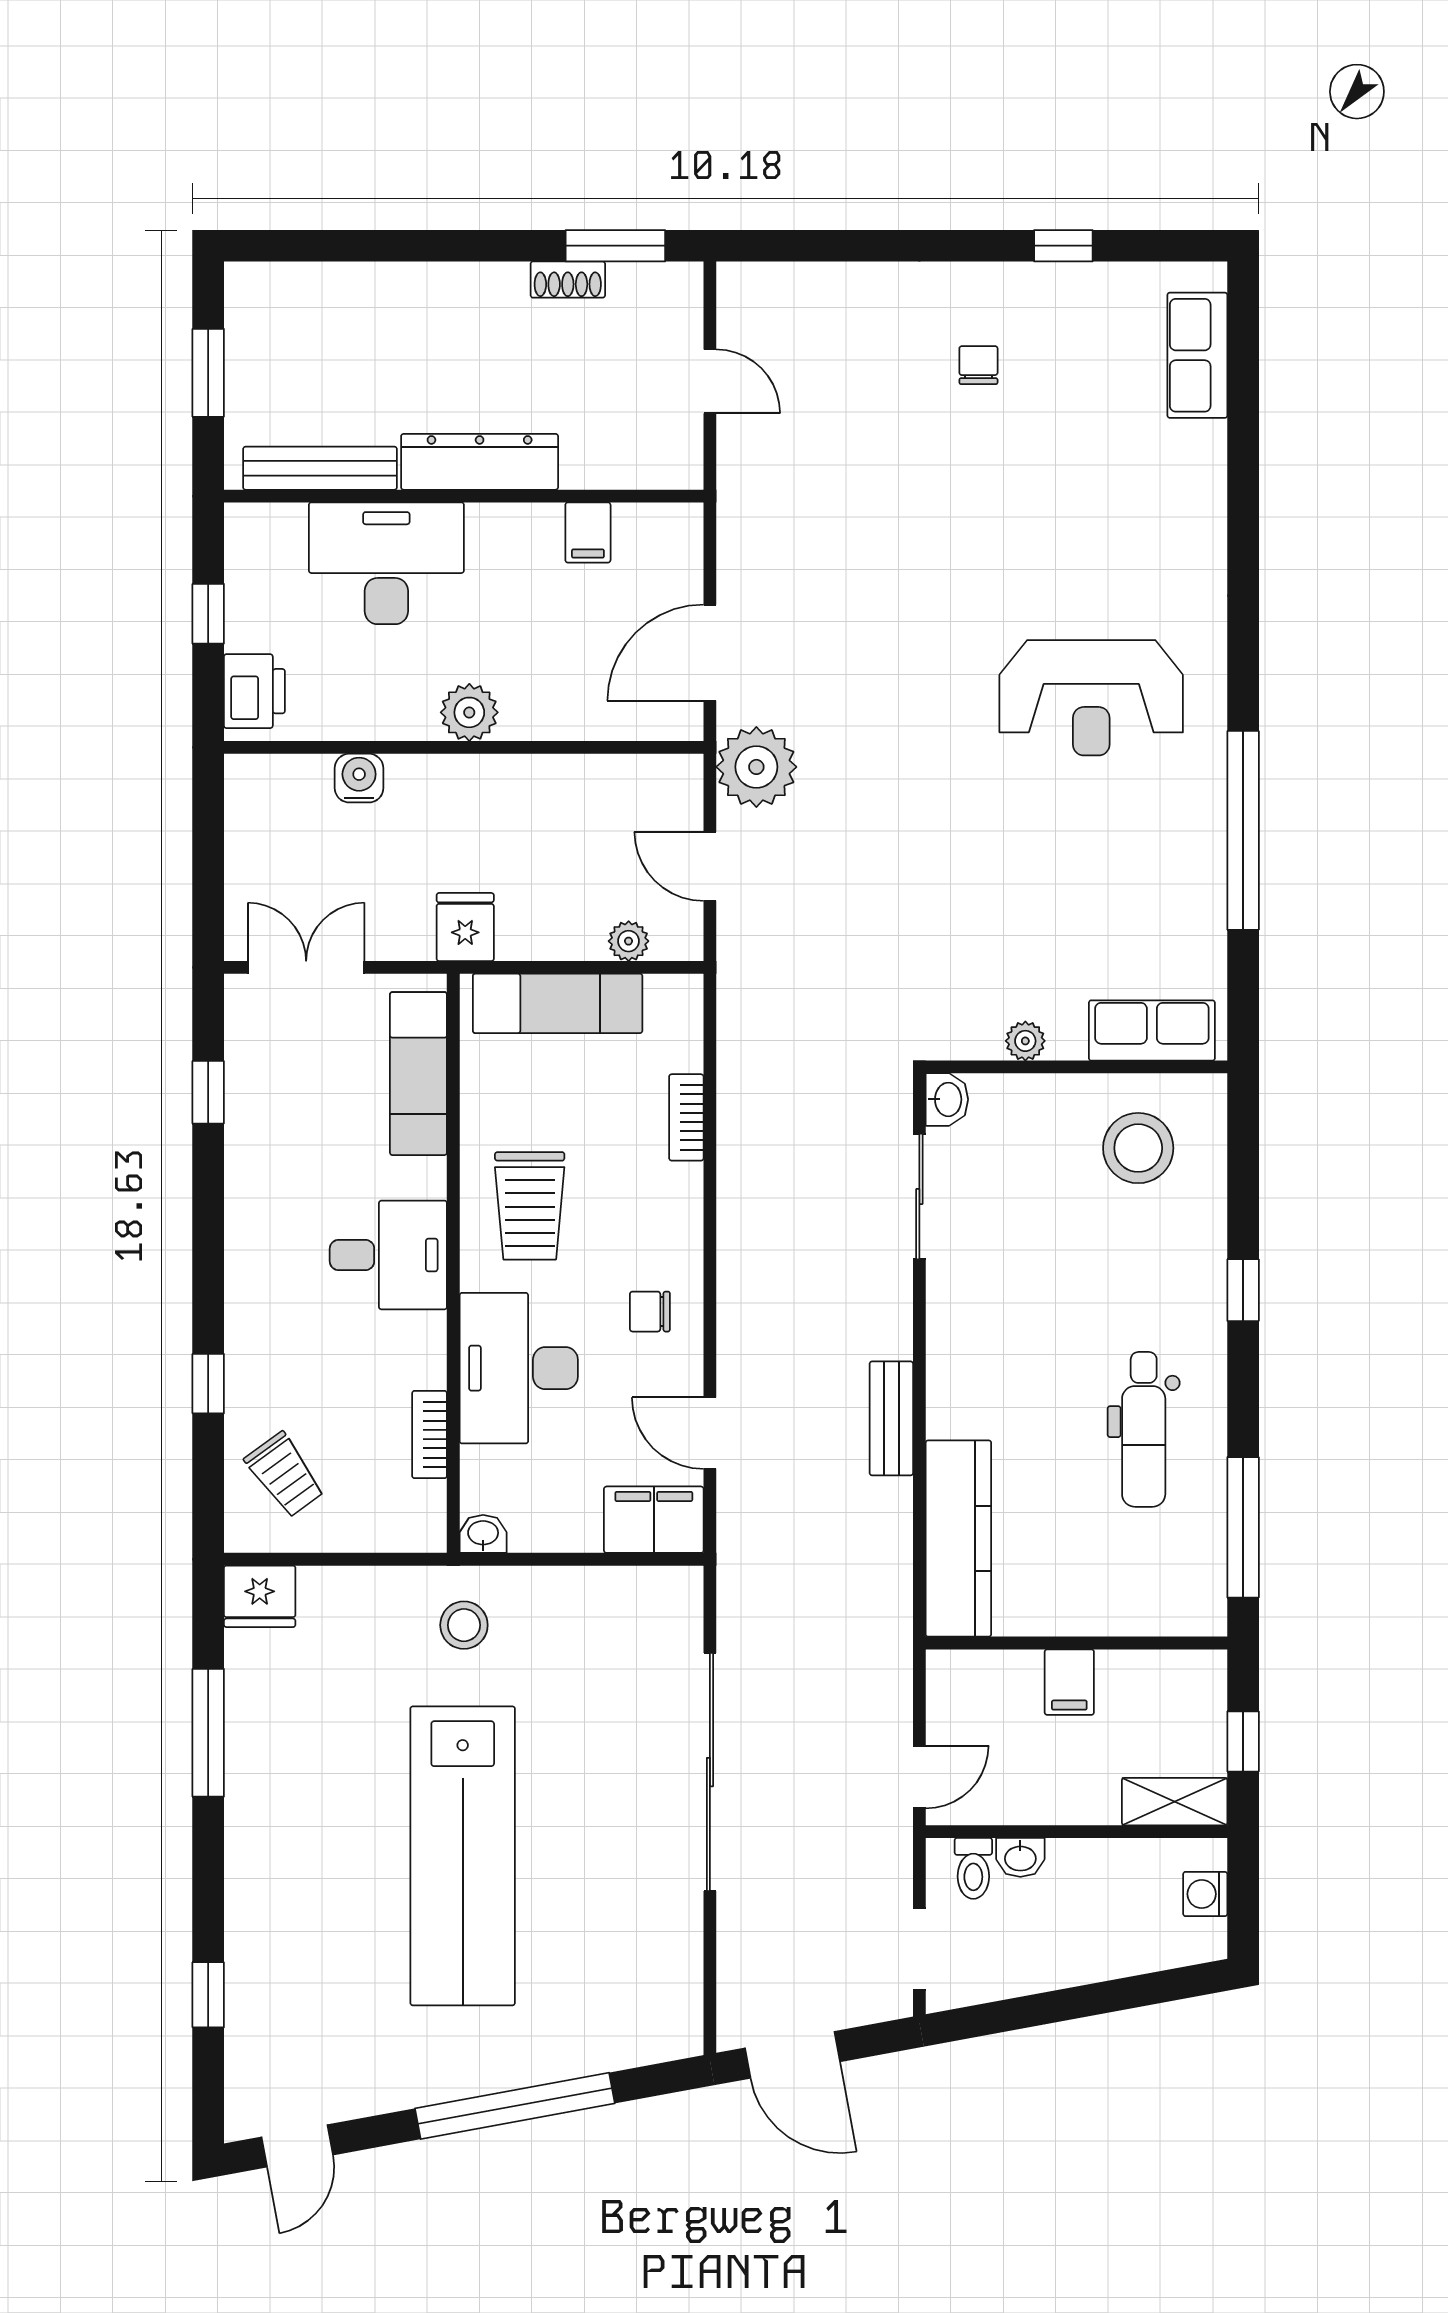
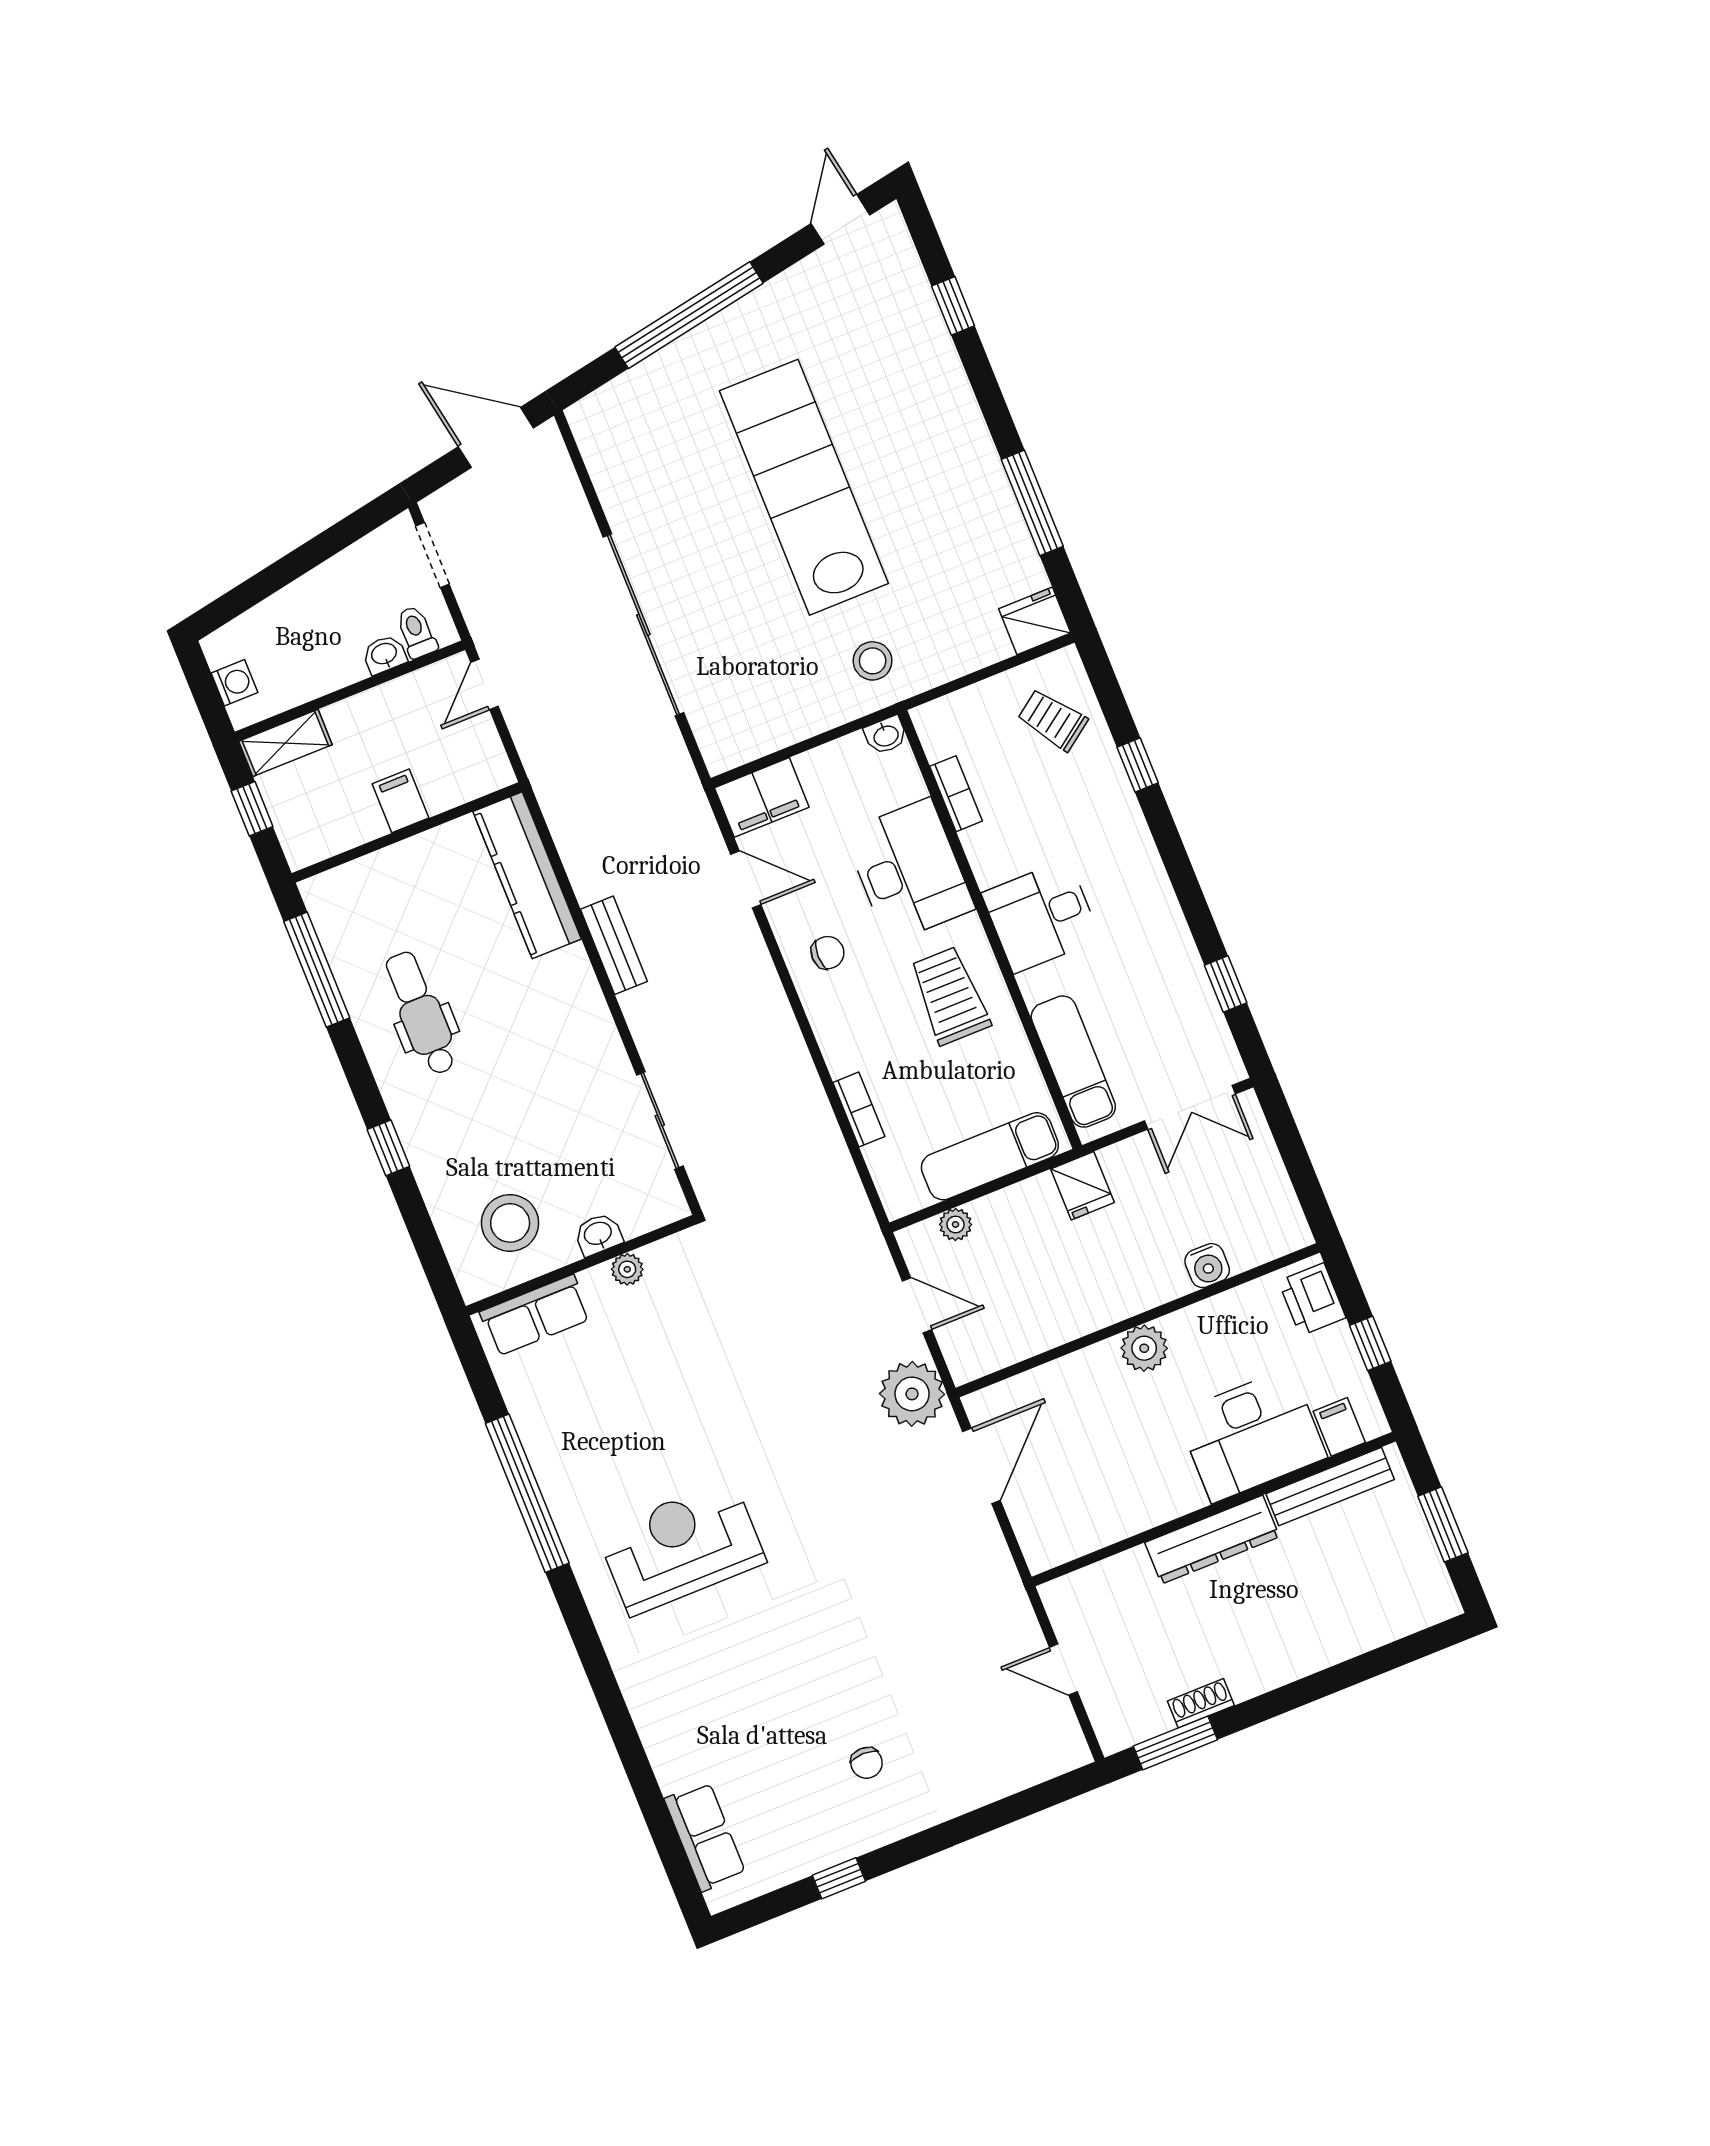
filing cabinet: (588, 532) -> (1339, 1427), moved
washbasin: (947, 1099) -> (598, 1234), moved, turned 90

